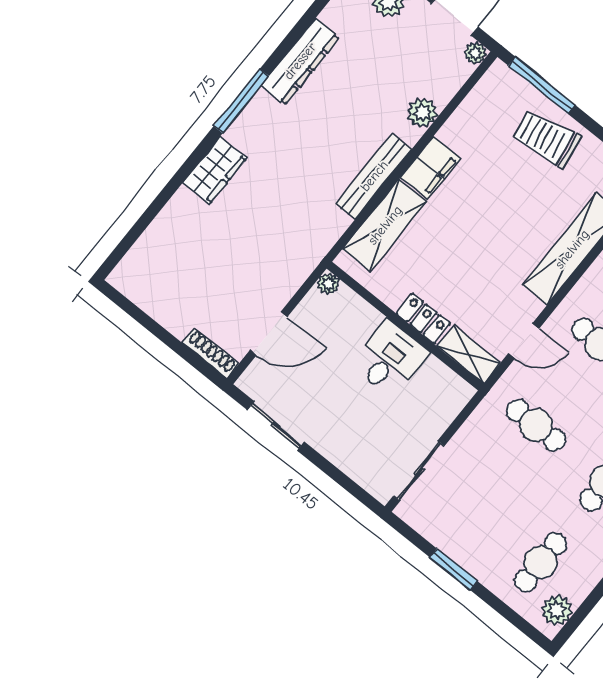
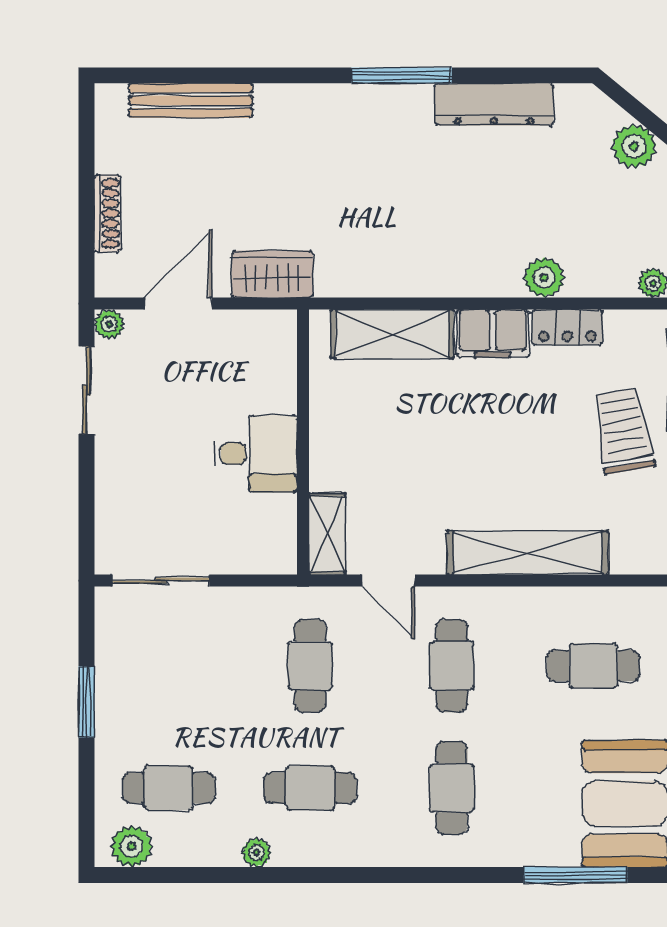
wardrobe: (215, 170) -> (272, 274), moved, turned 180
bench: (374, 176) -> (191, 101), moved
plant: (328, 284) -> (109, 324), moved
locker: (423, 318) -> (567, 327), moved, turned 90
door: (269, 334) -> (178, 304), swing flipped
shoe rack: (210, 353) -> (107, 213), moved

